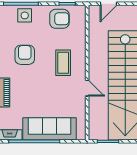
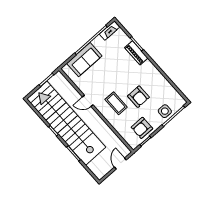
armchair: (25, 55) -> (138, 97), moved
sofa: (49, 129) -> (84, 60), width x0.73

